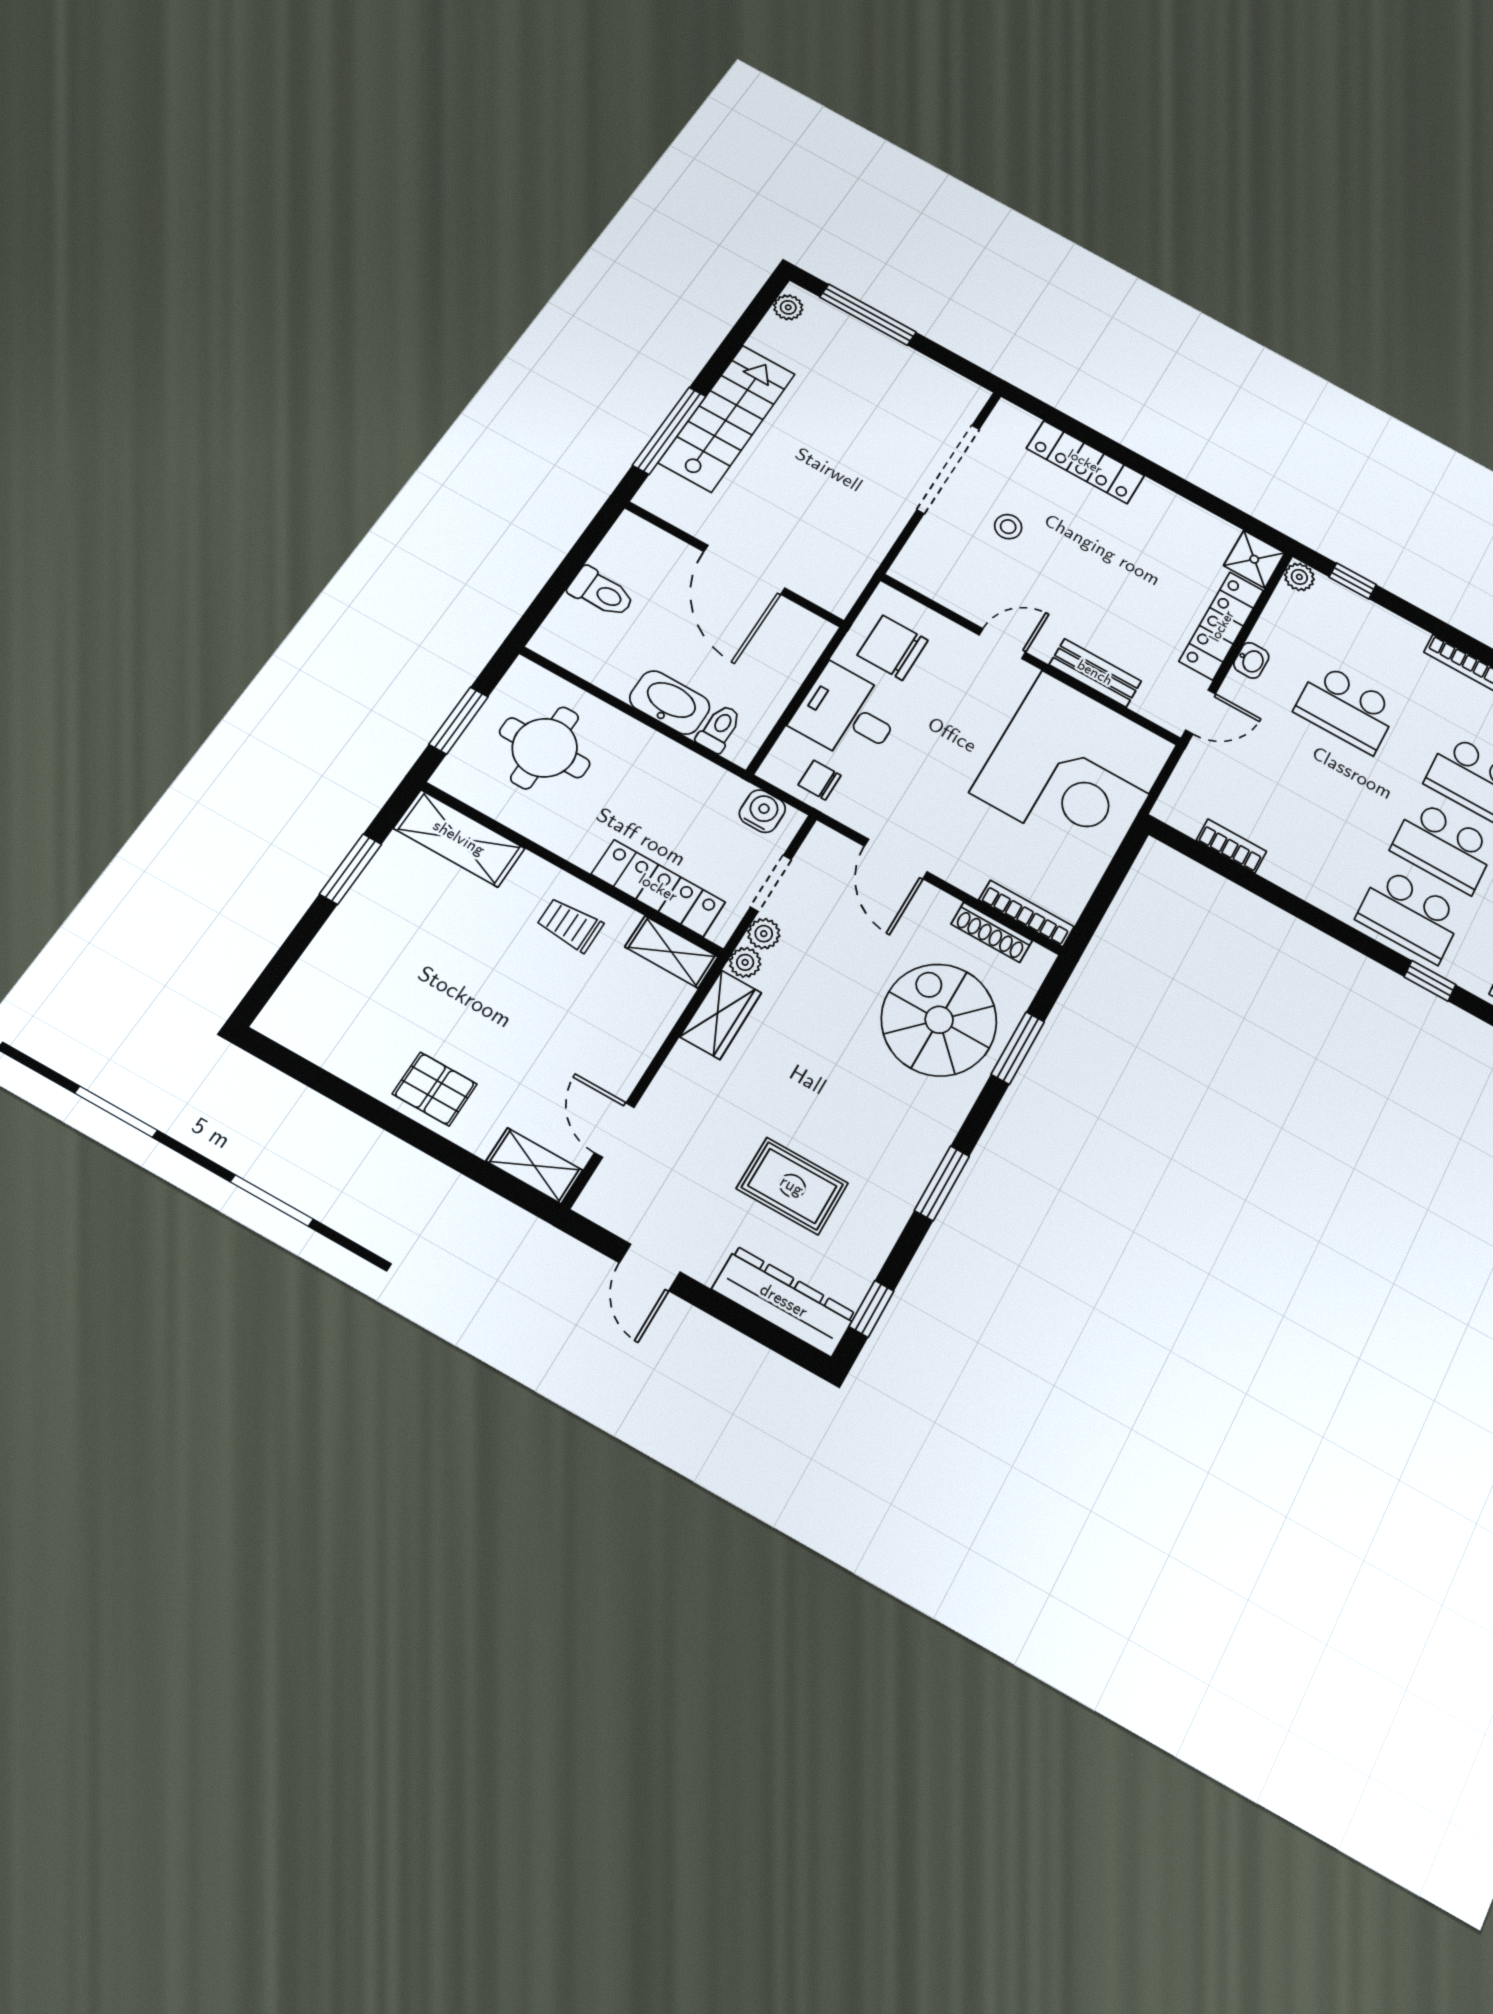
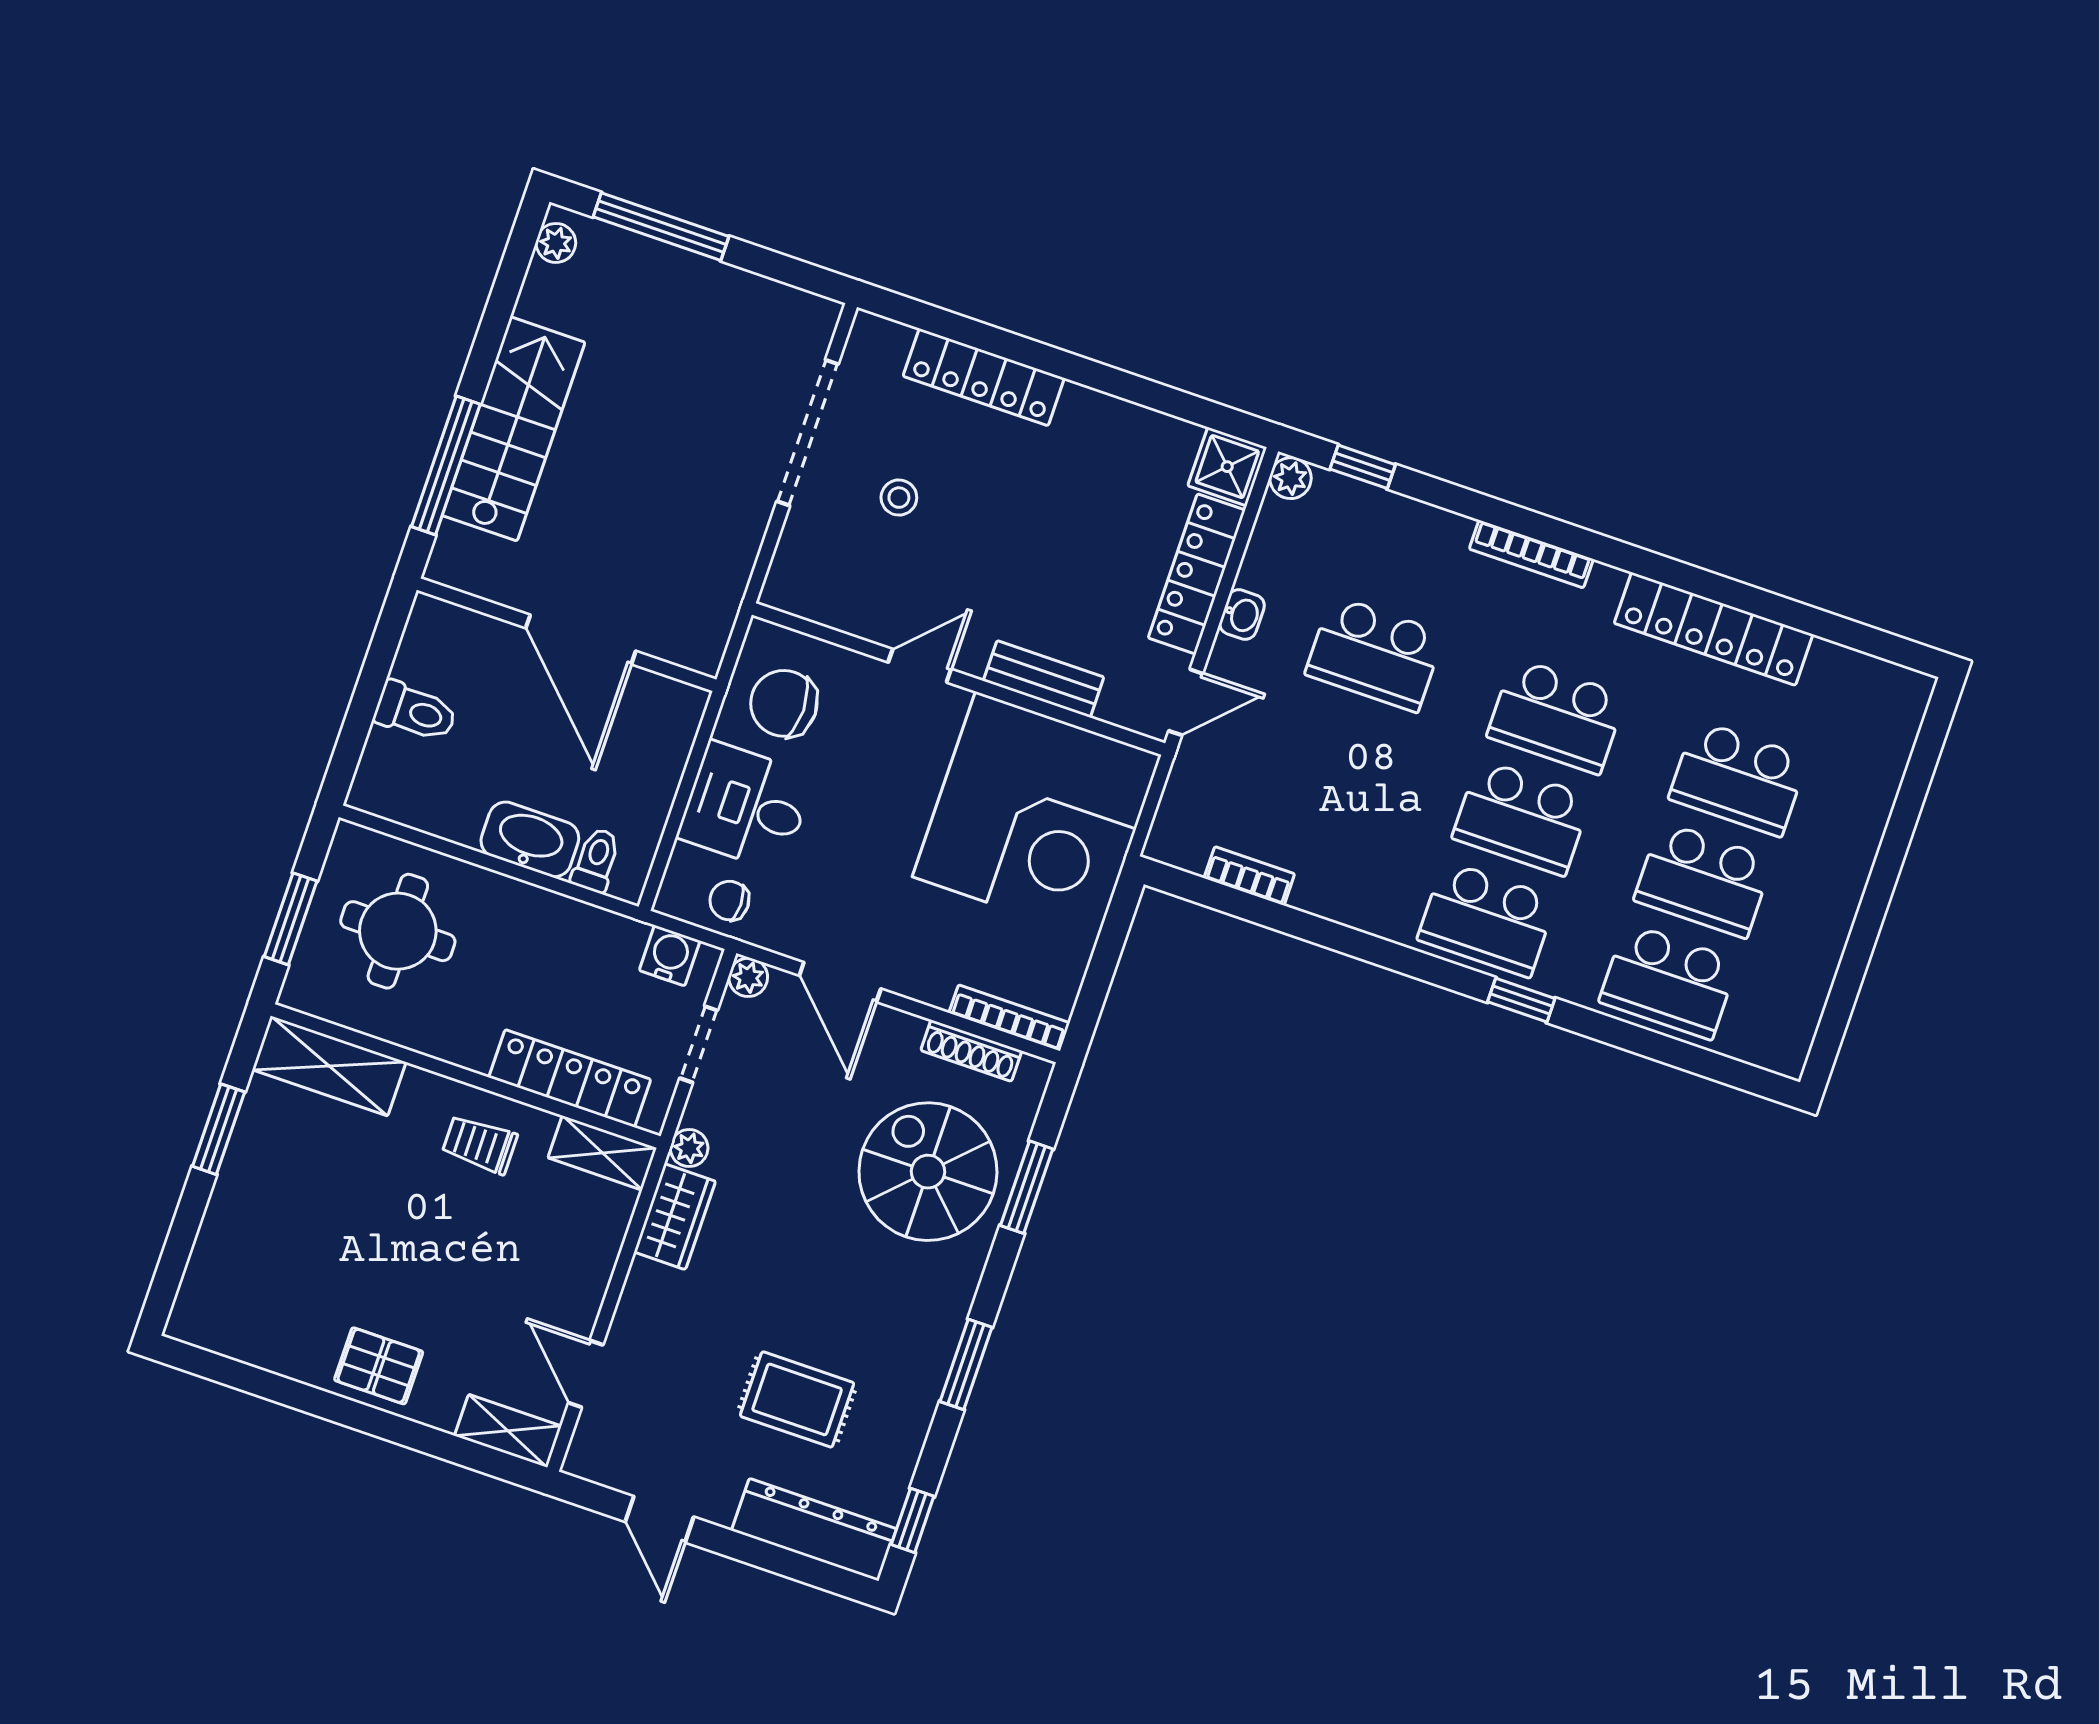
plant: (764, 934) -> (748, 977), moved

